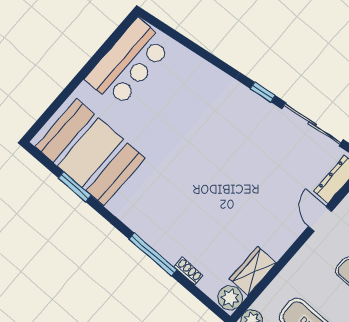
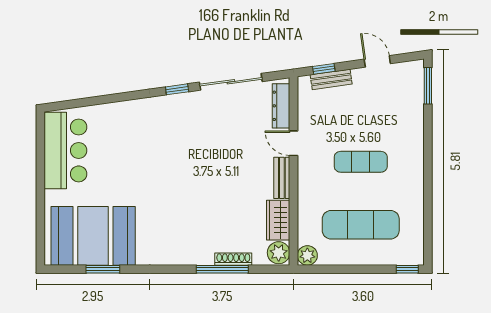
bench: (286, 239) -> (282, 178), added
window: (153, 254) -> (222, 269), moved
shoe rack: (189, 271) -> (233, 259), width x1.43

